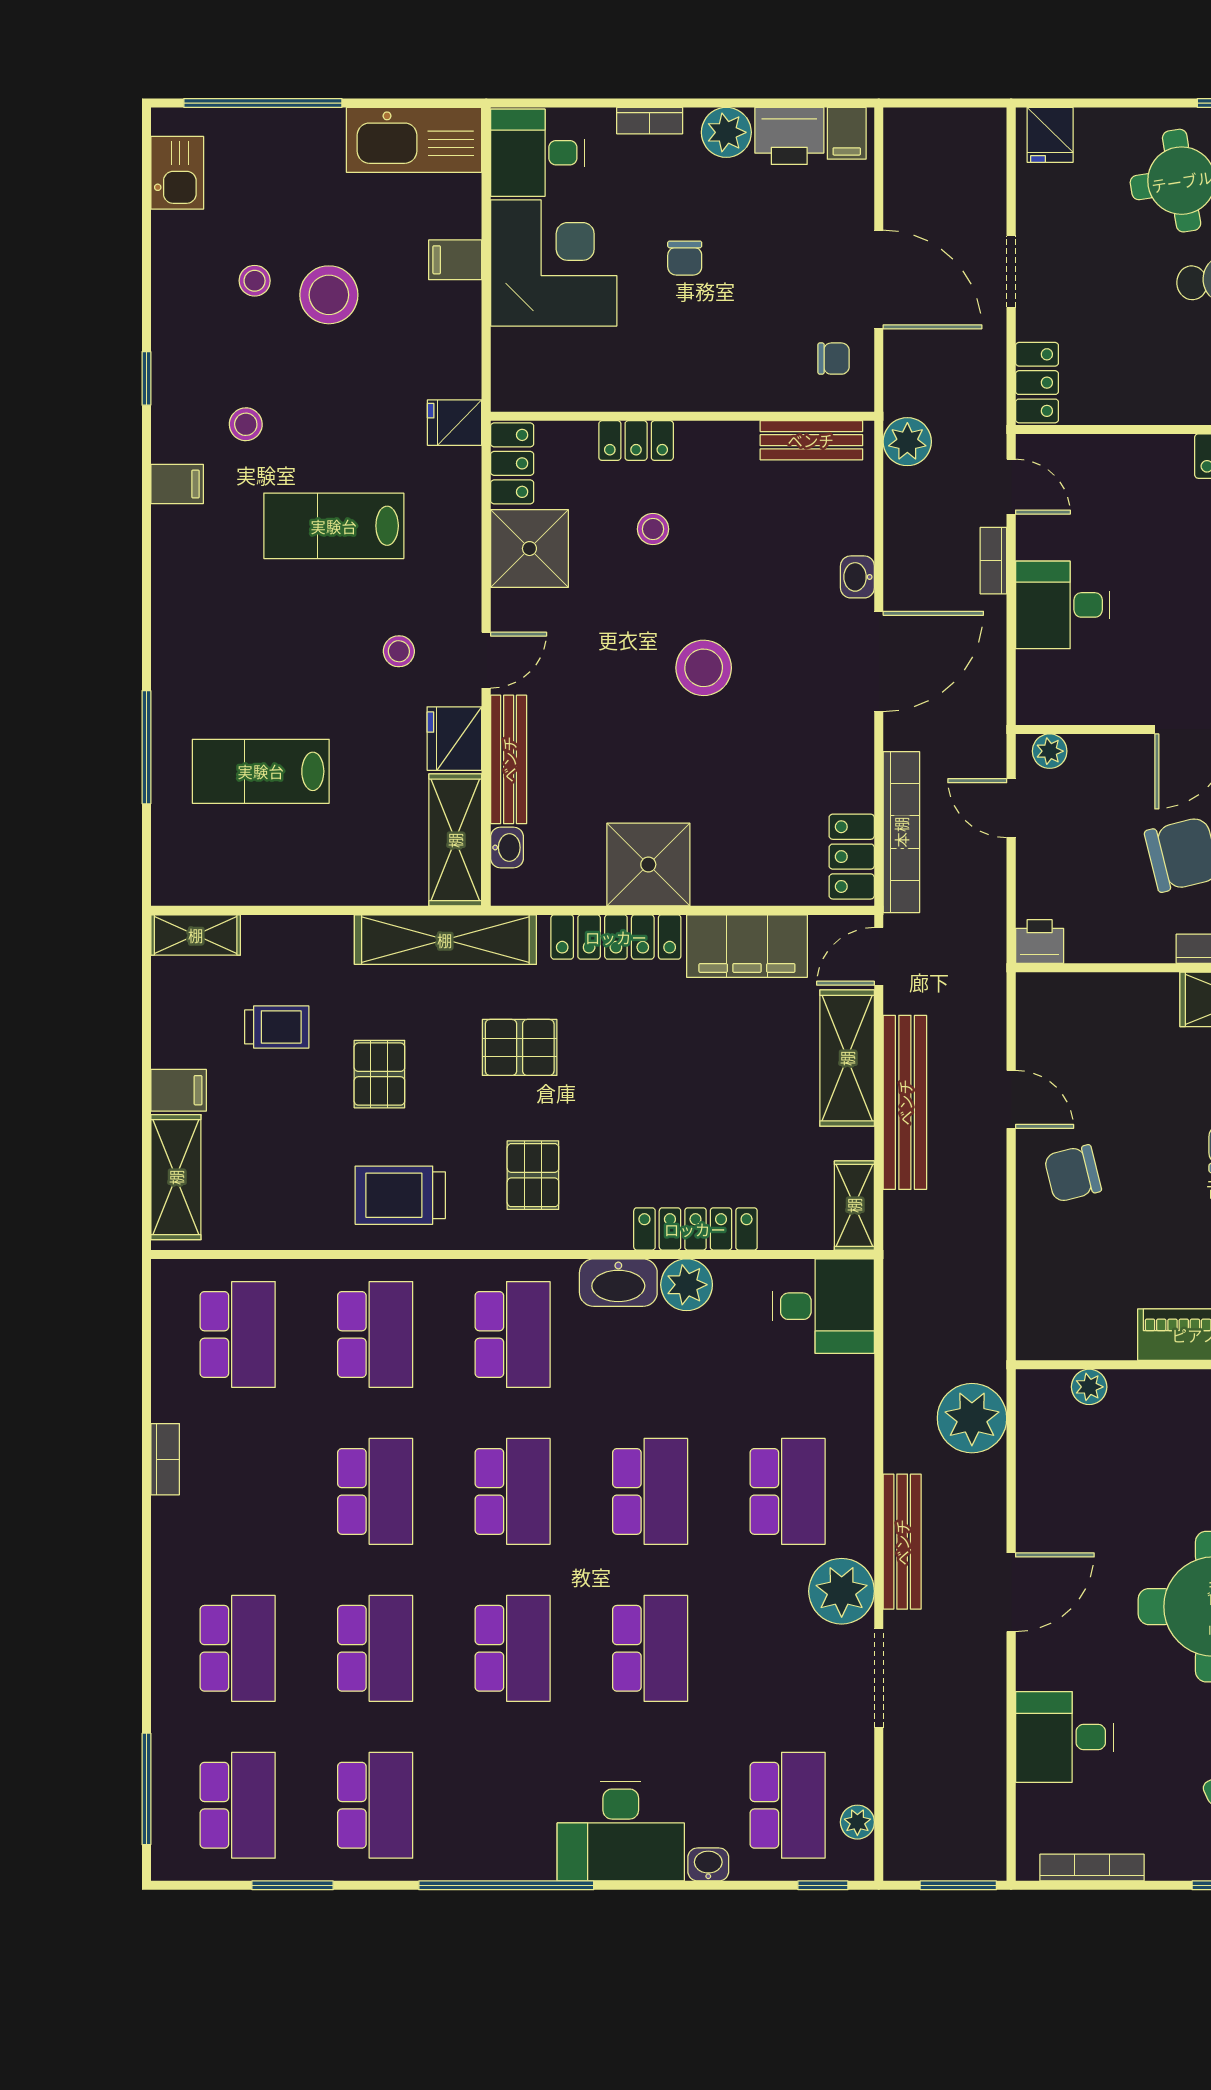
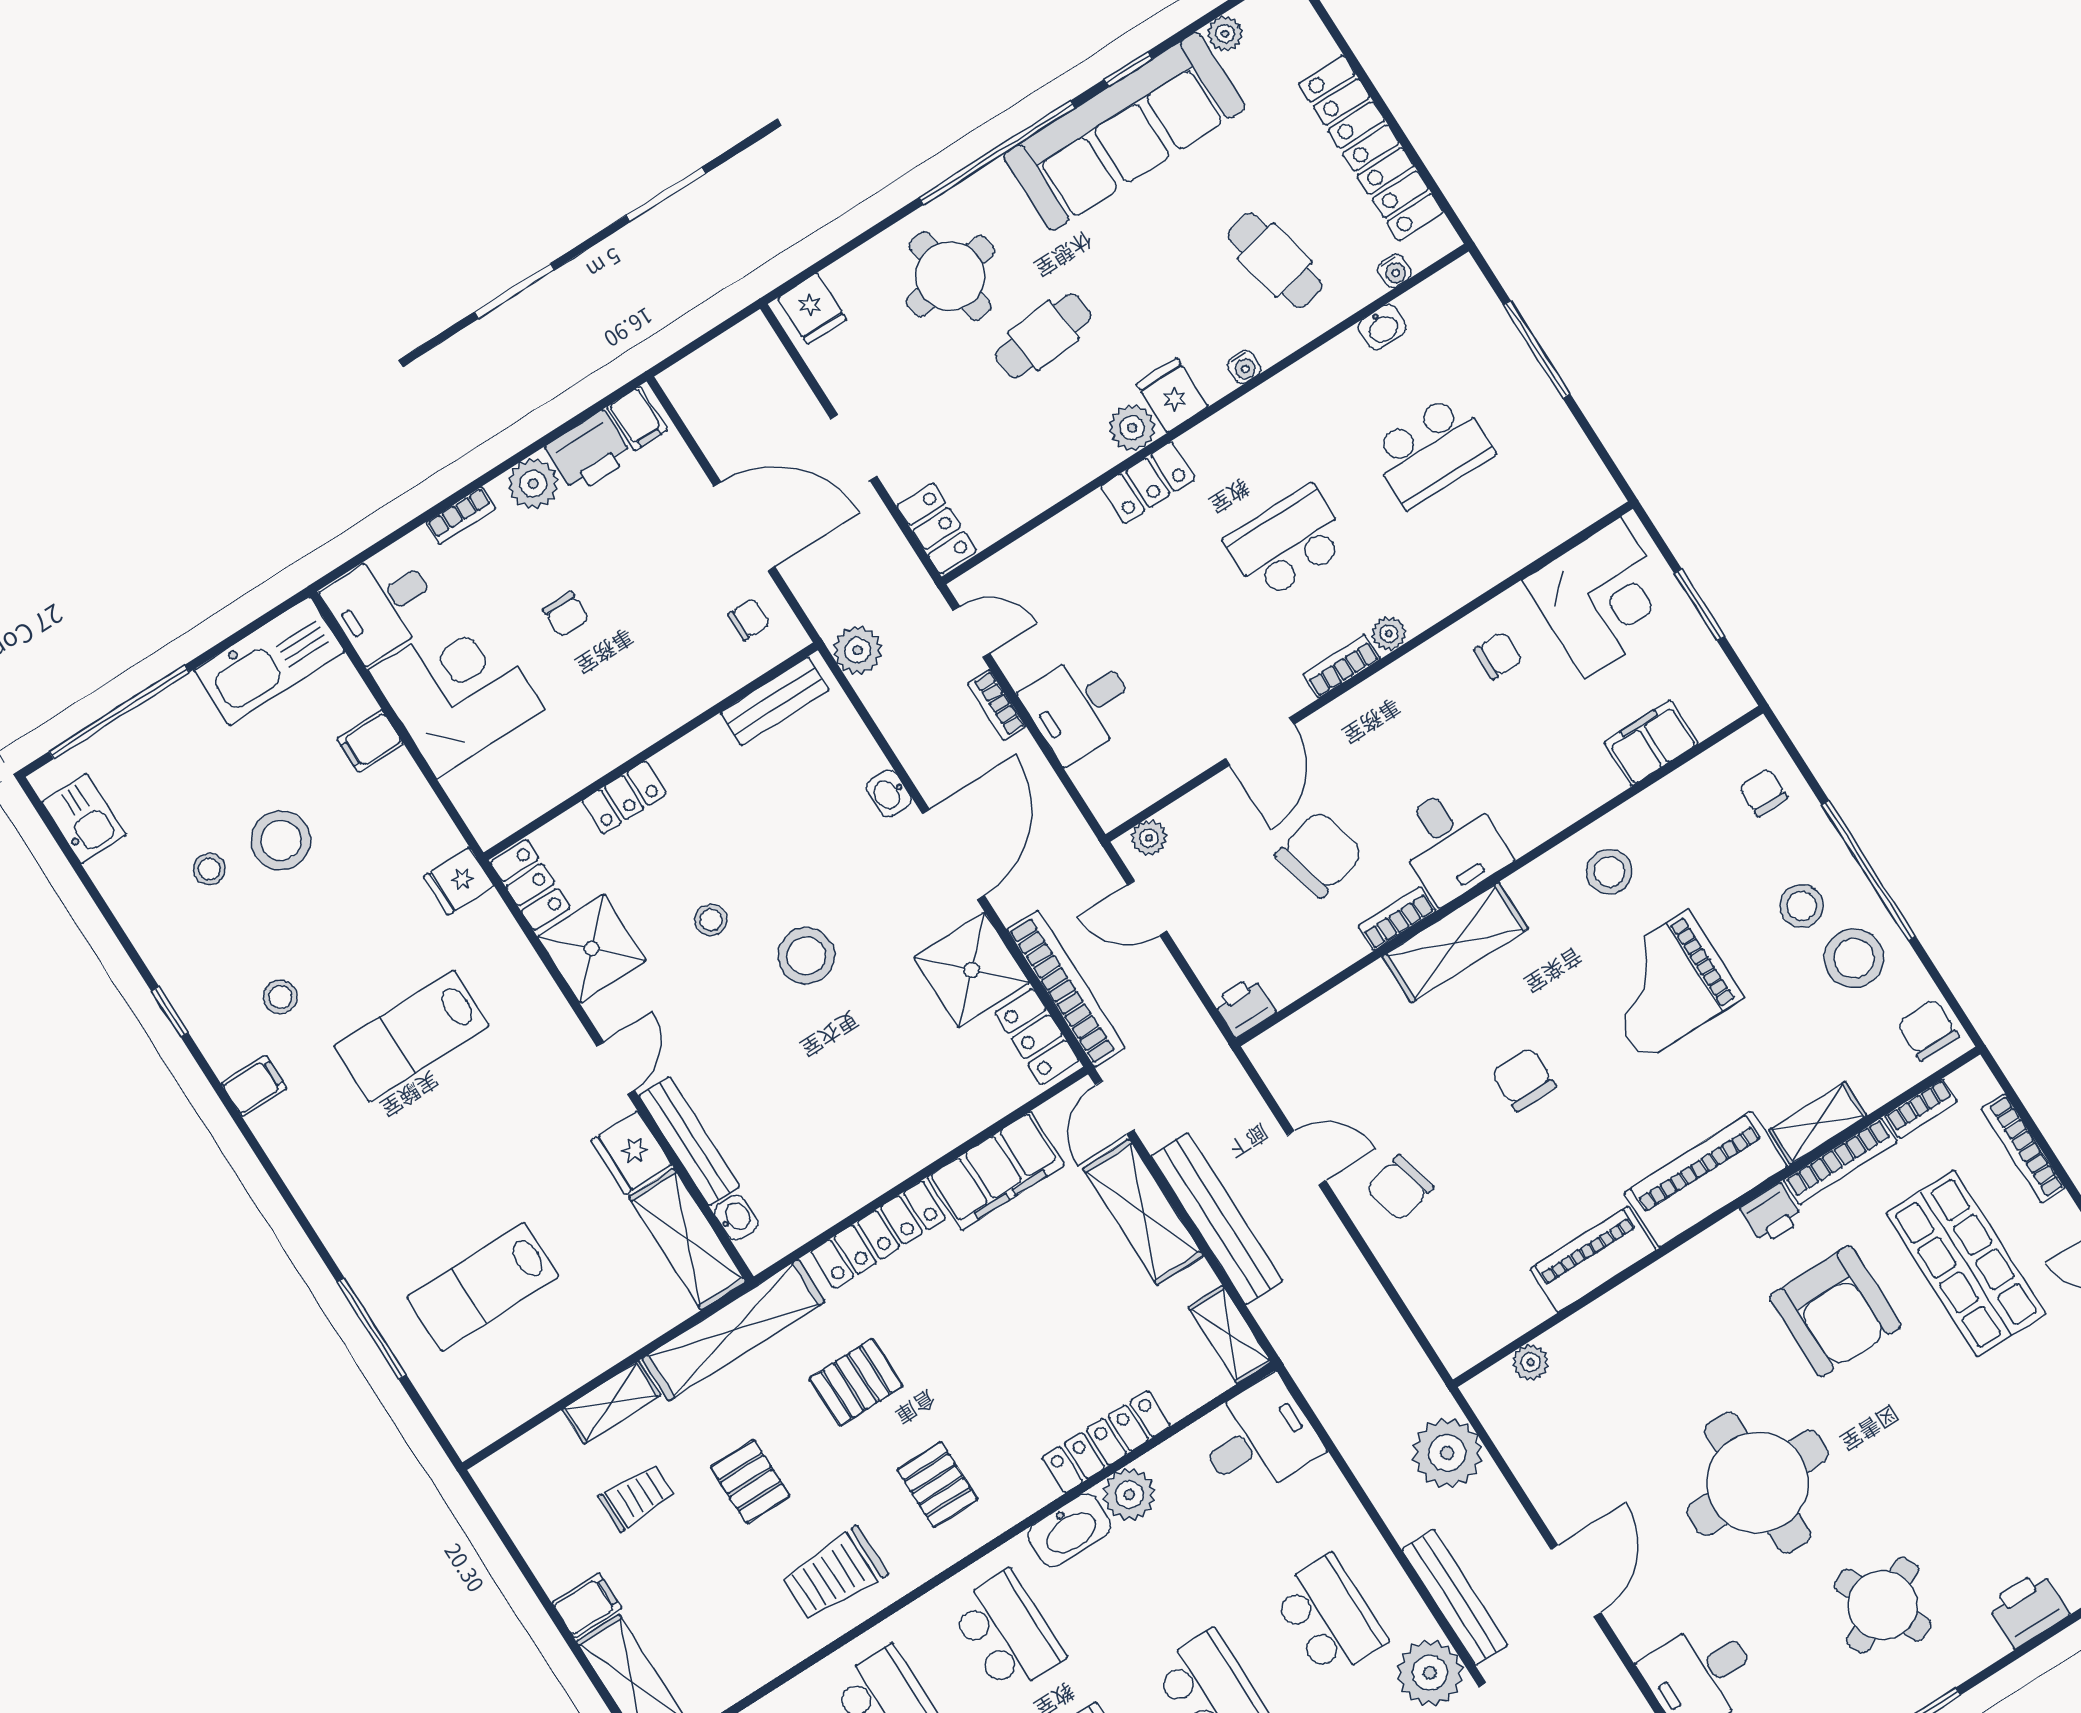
stool: (653, 529) -> (711, 920), moved
stool: (399, 651) -> (536, 1108), removed
shower: (648, 864) -> (972, 970), moved
shelving: (196, 935) -> (611, 1402), moved

